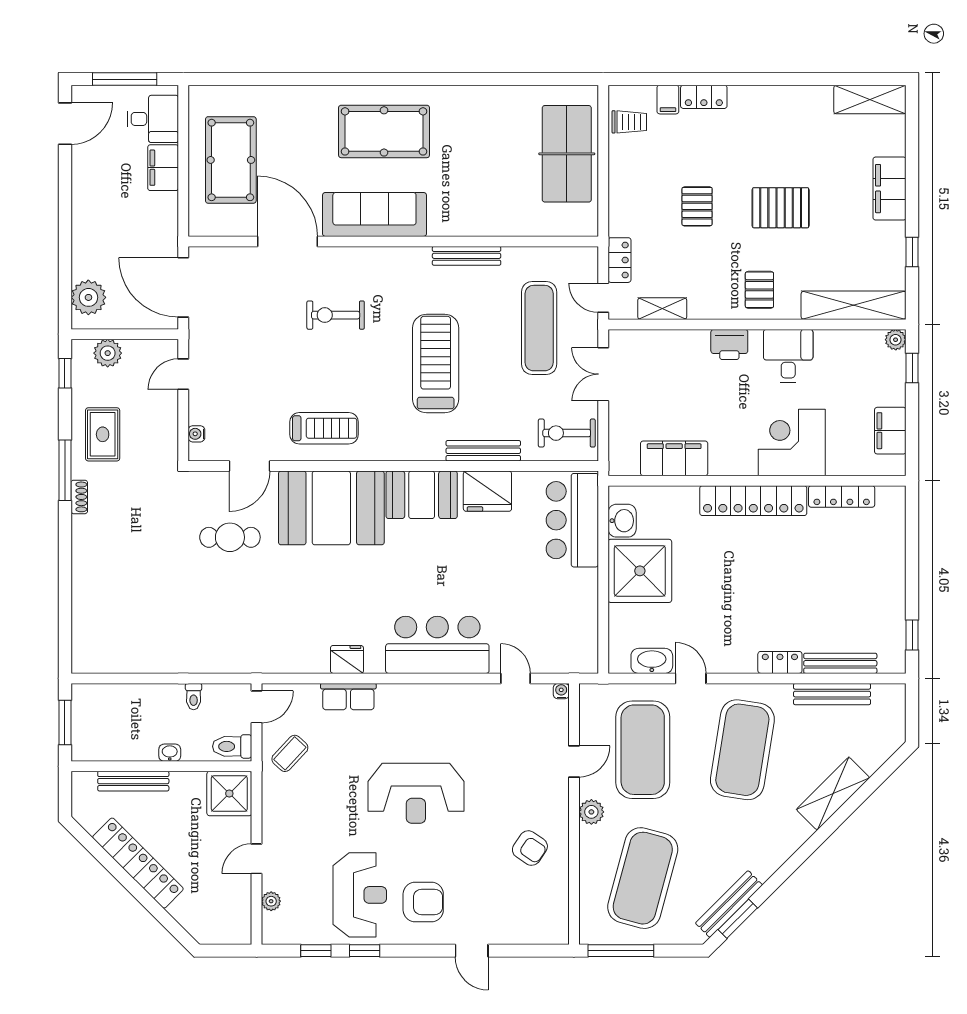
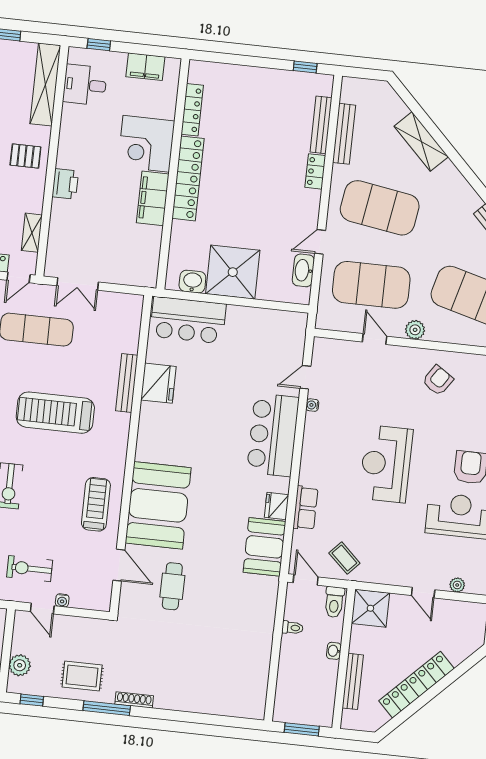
plant: (896, 340) -> (75, 55), removed
desk: (788, 356) -> (85, 85), moved
exercise bike: (567, 433) -> (30, 569), moved, turned 90
water cooler: (196, 434) -> (62, 600), moved
filing cabinet: (674, 458) -> (153, 198), moved
booth: (422, 495) -> (264, 547), moved
shoe rack: (79, 497) -> (134, 700), width x1.43
water cooler: (561, 691) -> (312, 405), moved
reception desk: (416, 793) -> (386, 464), turned 180

